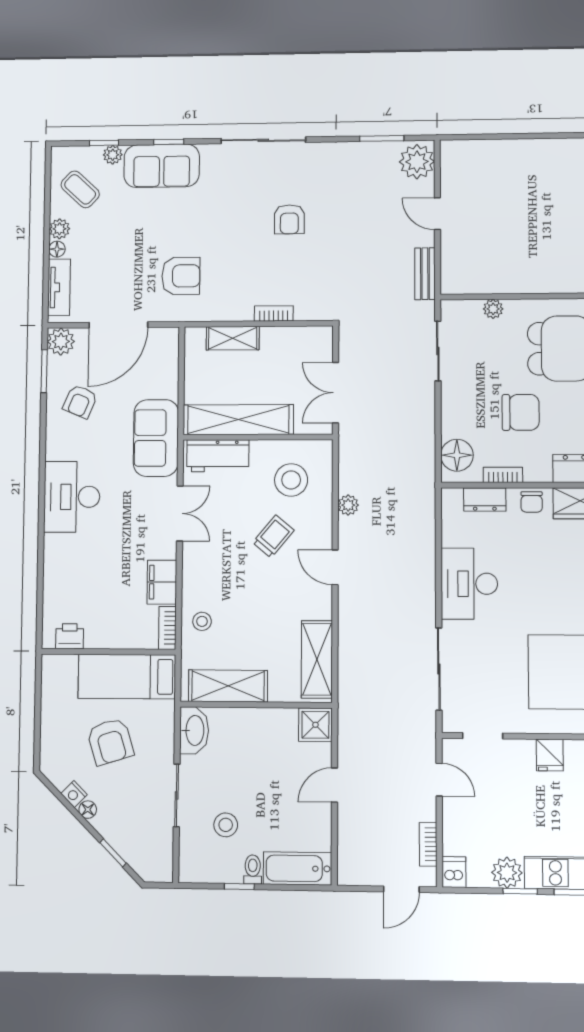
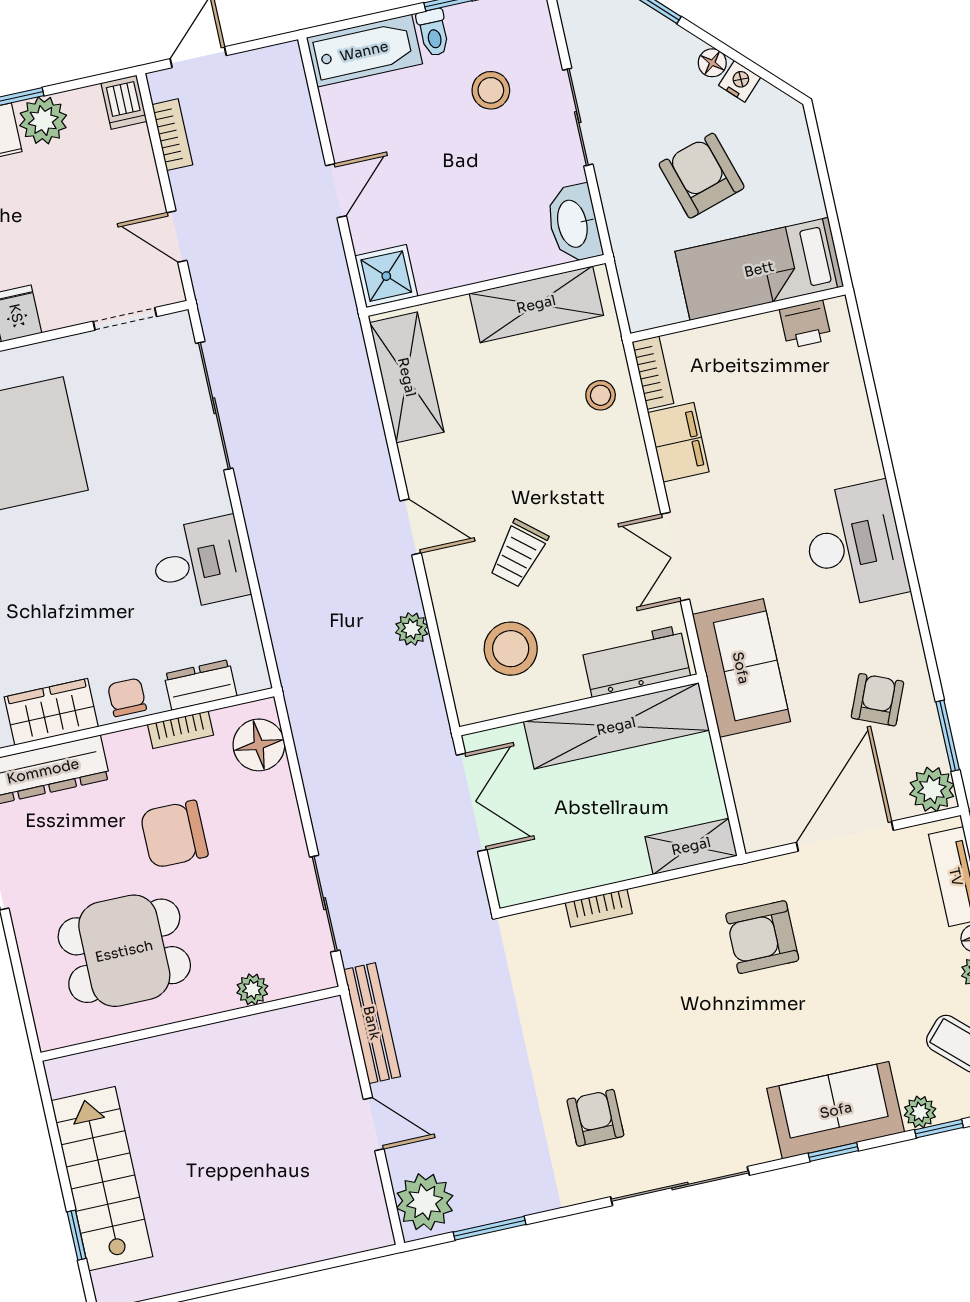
armchair: (289, 219) -> (595, 1118), moved
bench: (425, 274) -> (372, 1023), width x1.36
shelving: (233, 338) -> (691, 846), moved
desk: (469, 584) -> (199, 563), width x0.73
bed: (127, 677) -> (759, 269), moved, turned 180

